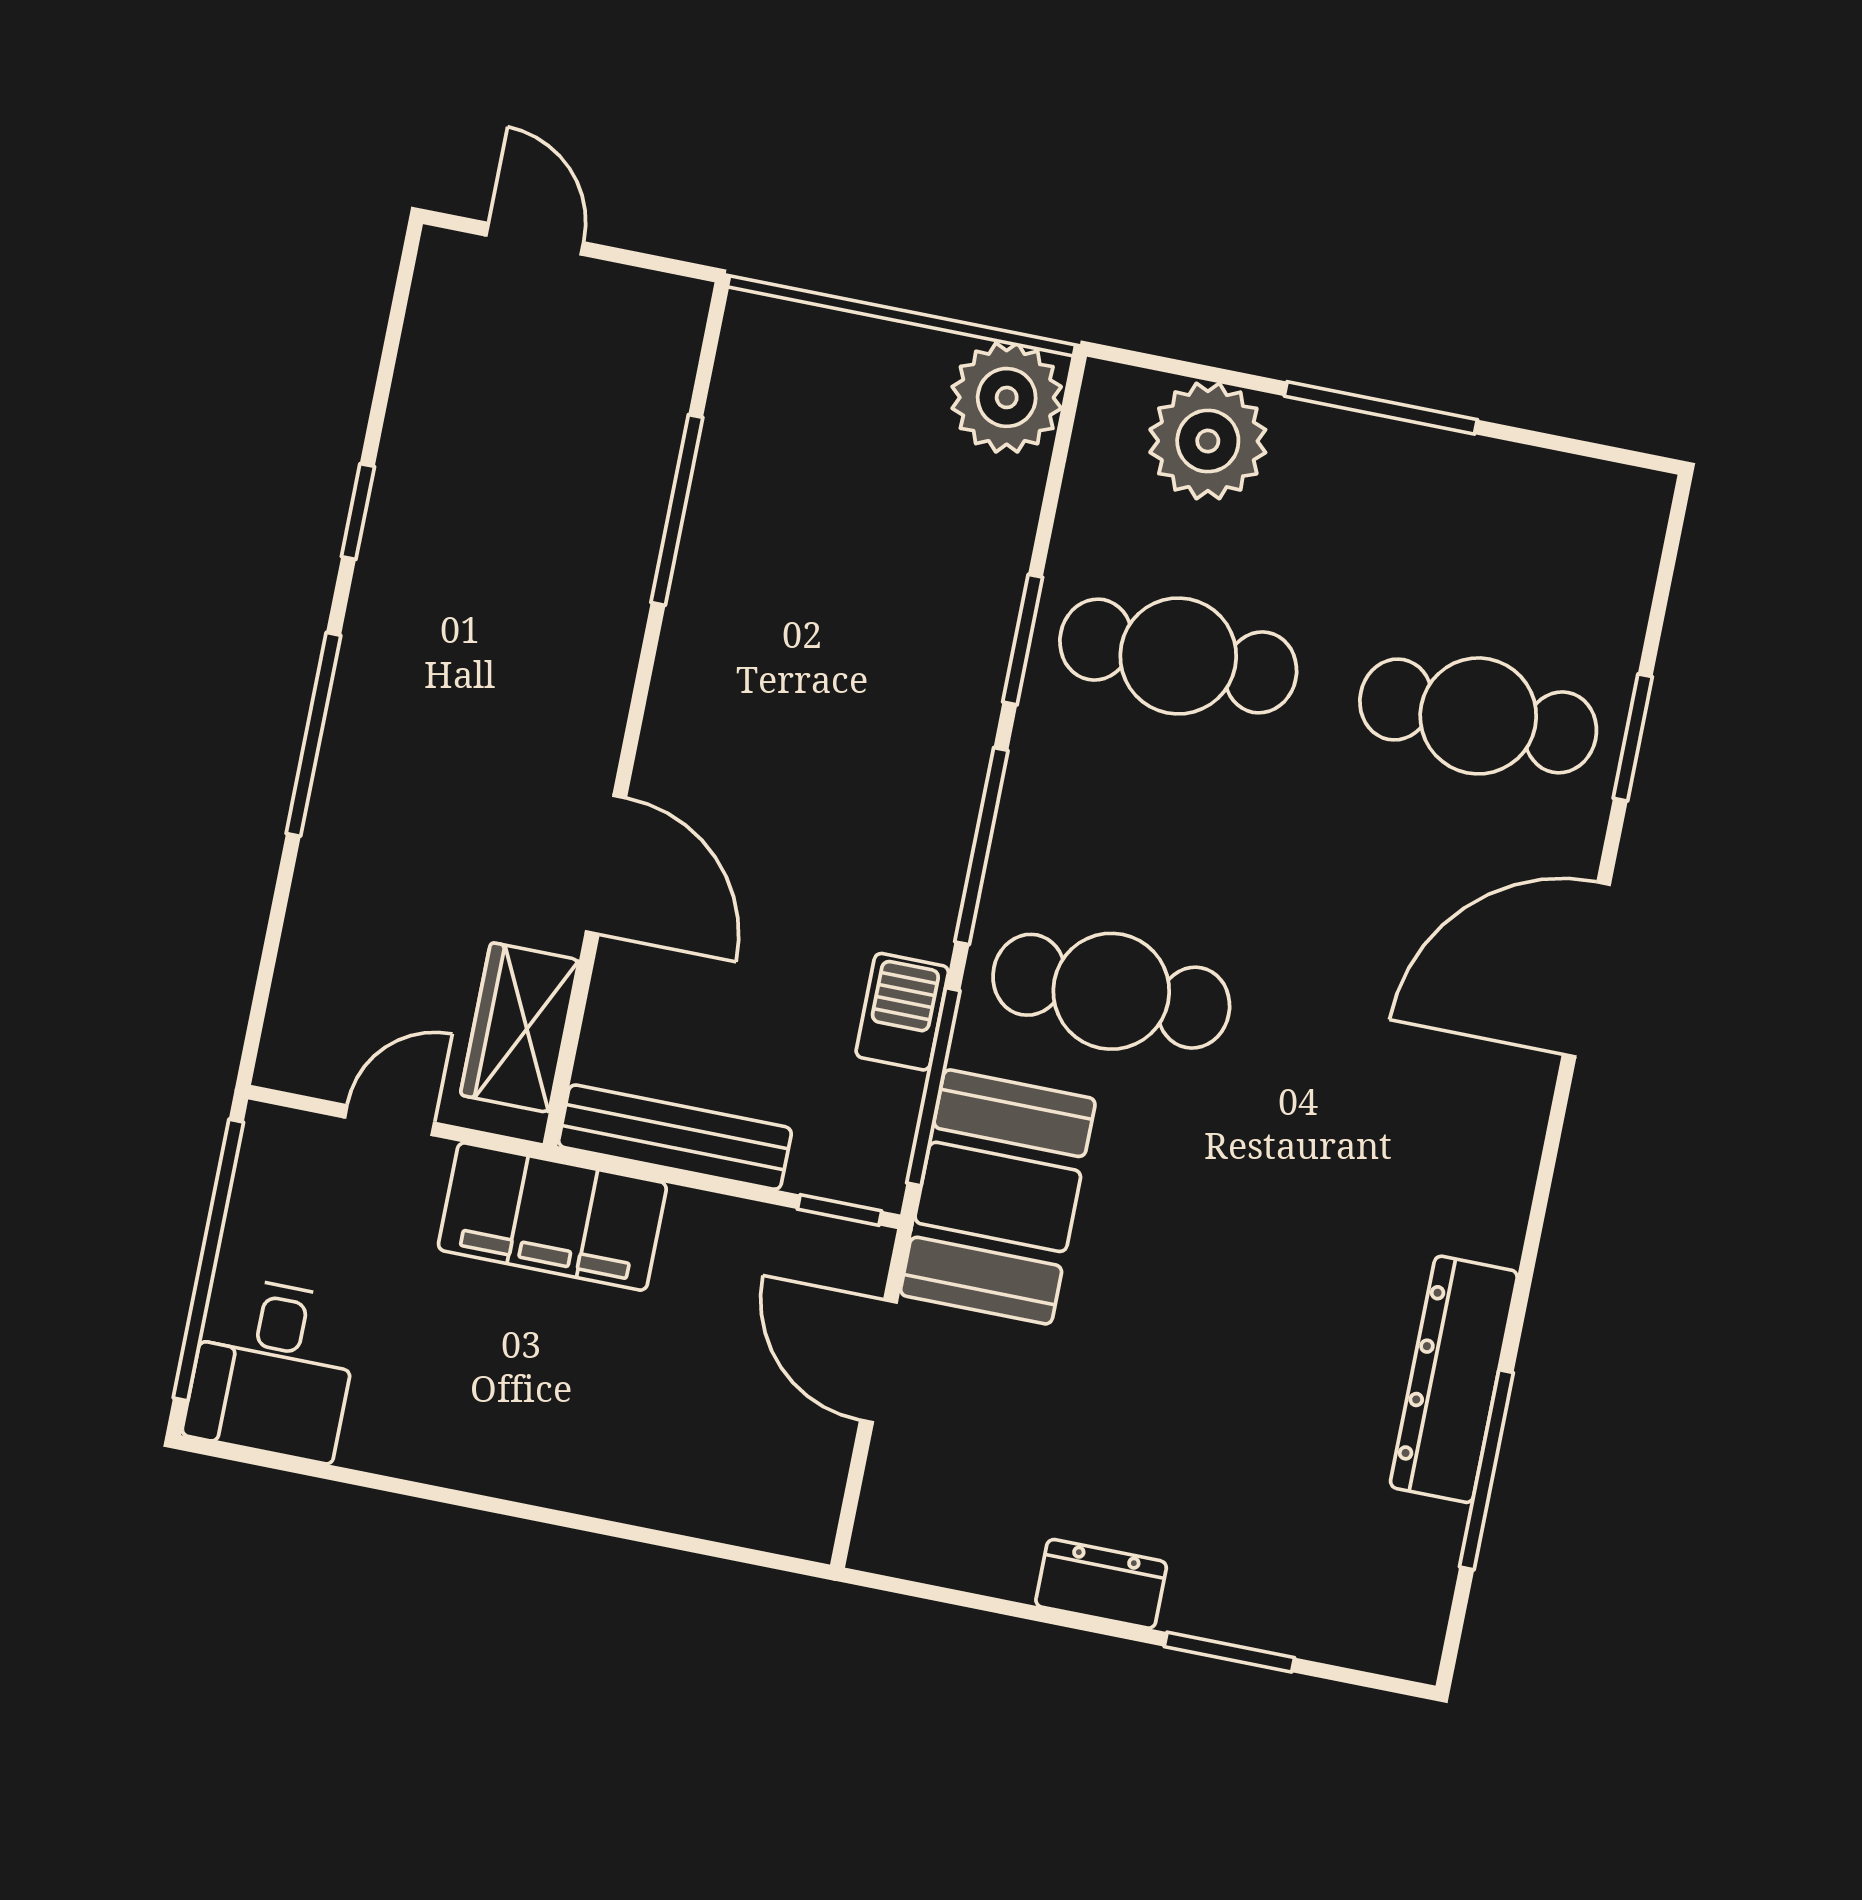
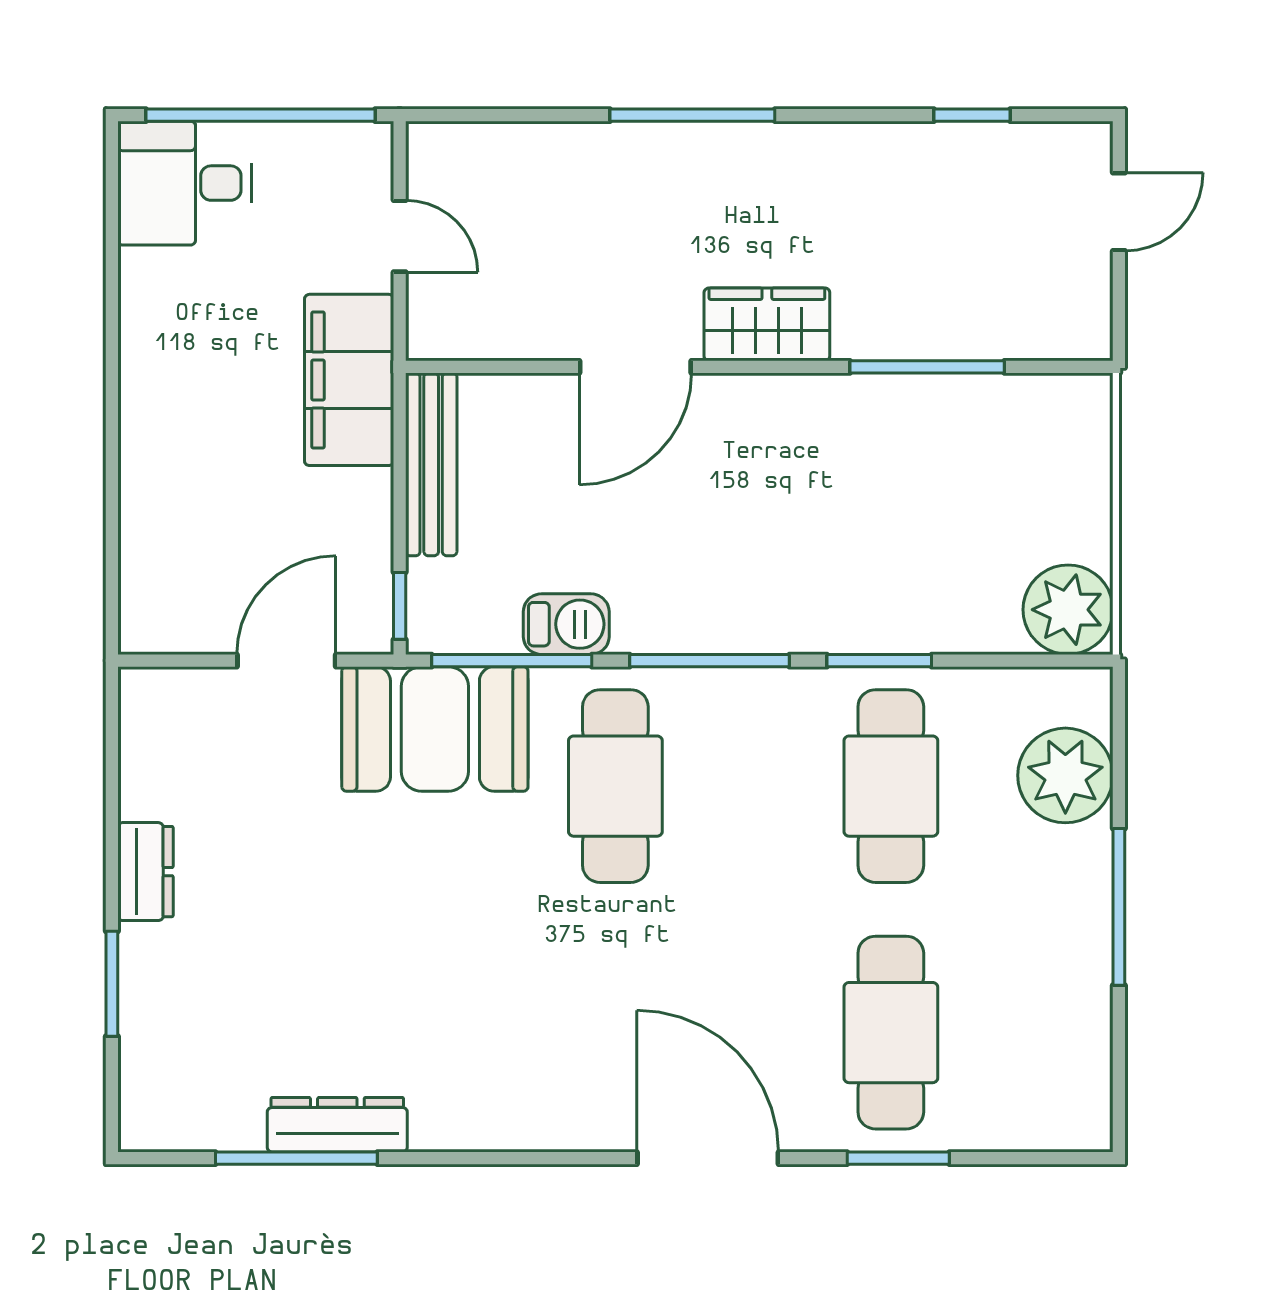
window: (358, 512) -> (972, 115), moved
wardrobe: (520, 1028) -> (767, 324), moved
dresser: (1454, 1379) -> (337, 1125), width x0.73, depth x0.80

